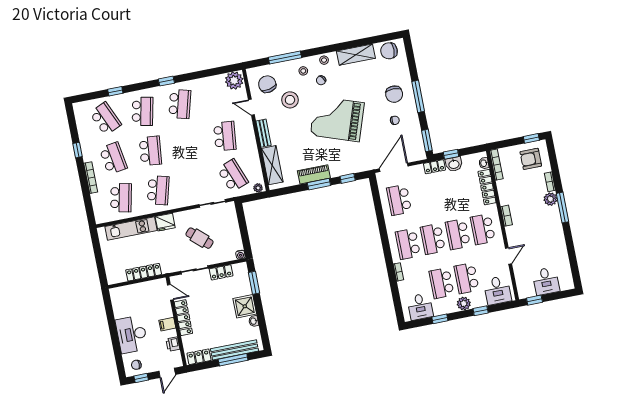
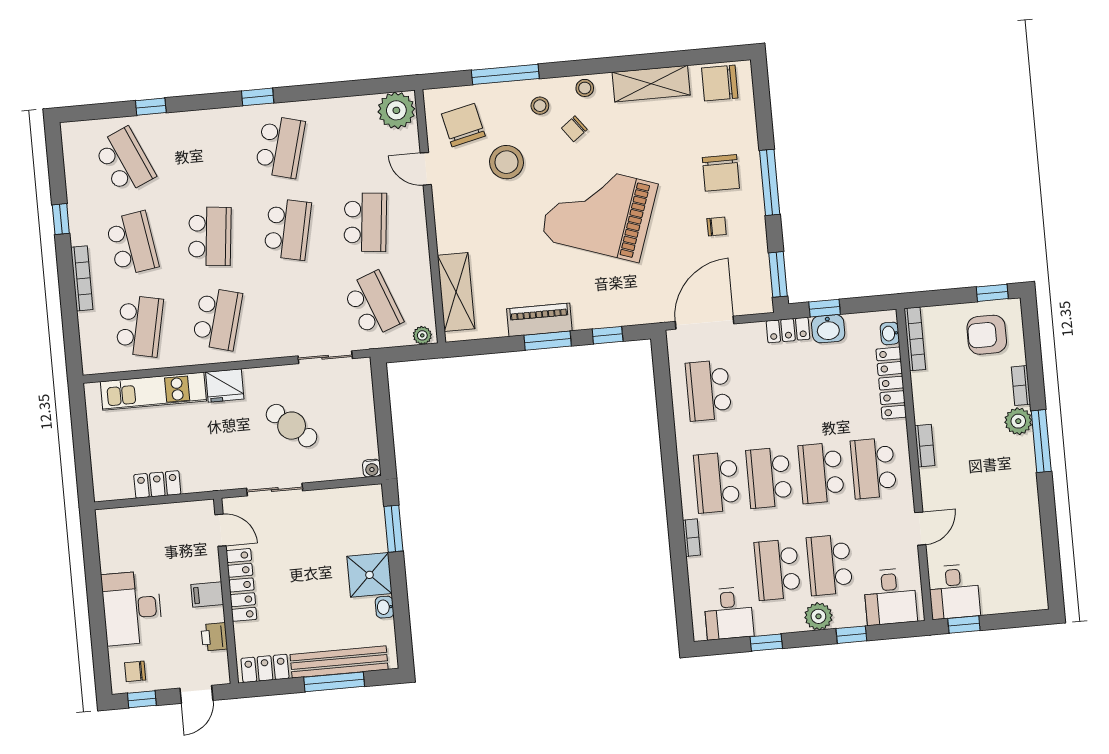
school desk: (143, 111) -> (288, 229), moved
bench: (264, 133) -> (445, 225), removed
locker: (144, 272) -> (157, 484), width x0.66
locker: (221, 272) -> (328, 500), removed
desk: (546, 281) -> (954, 592), moved

